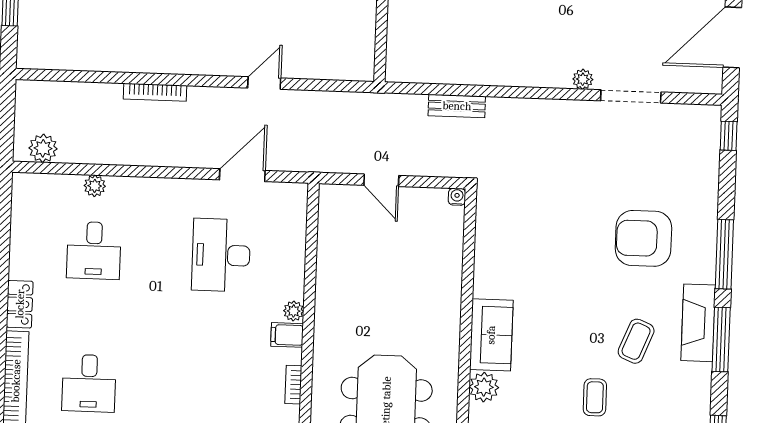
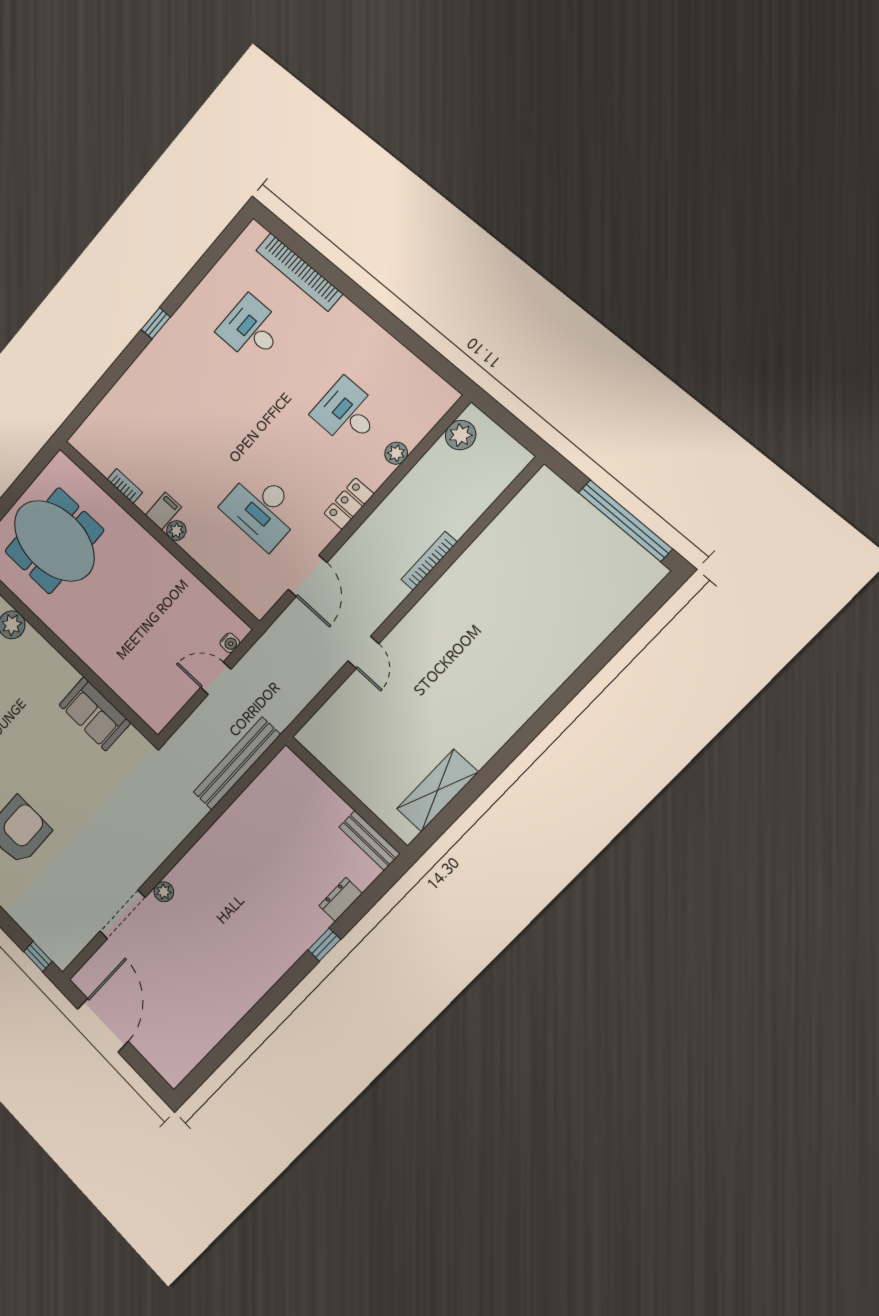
bench: (457, 106) -> (237, 763), width x1.86, depth x1.21
water cooler: (457, 197) -> (230, 643), moved
desk: (221, 255) -> (262, 509), turned 180
locker: (20, 304) -> (349, 504), moved, turned 90
sofa: (491, 335) -> (95, 714), moved

